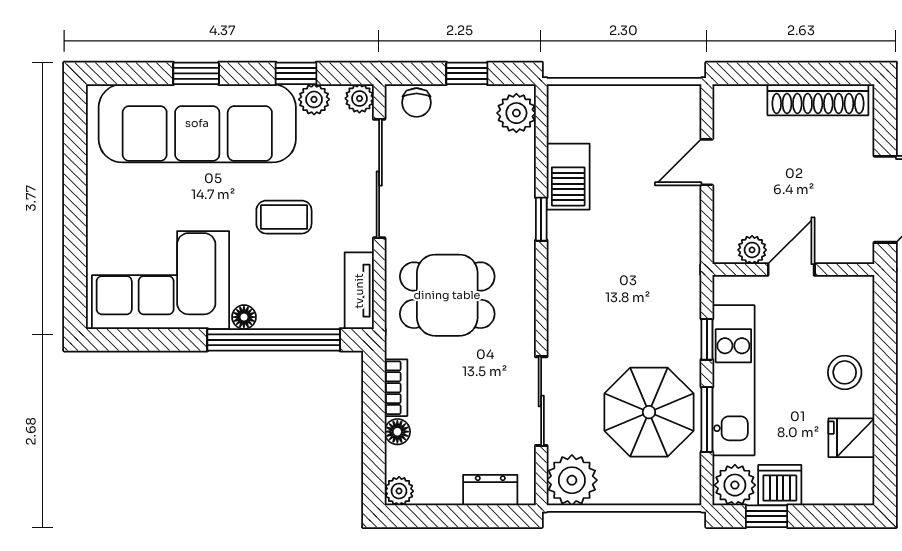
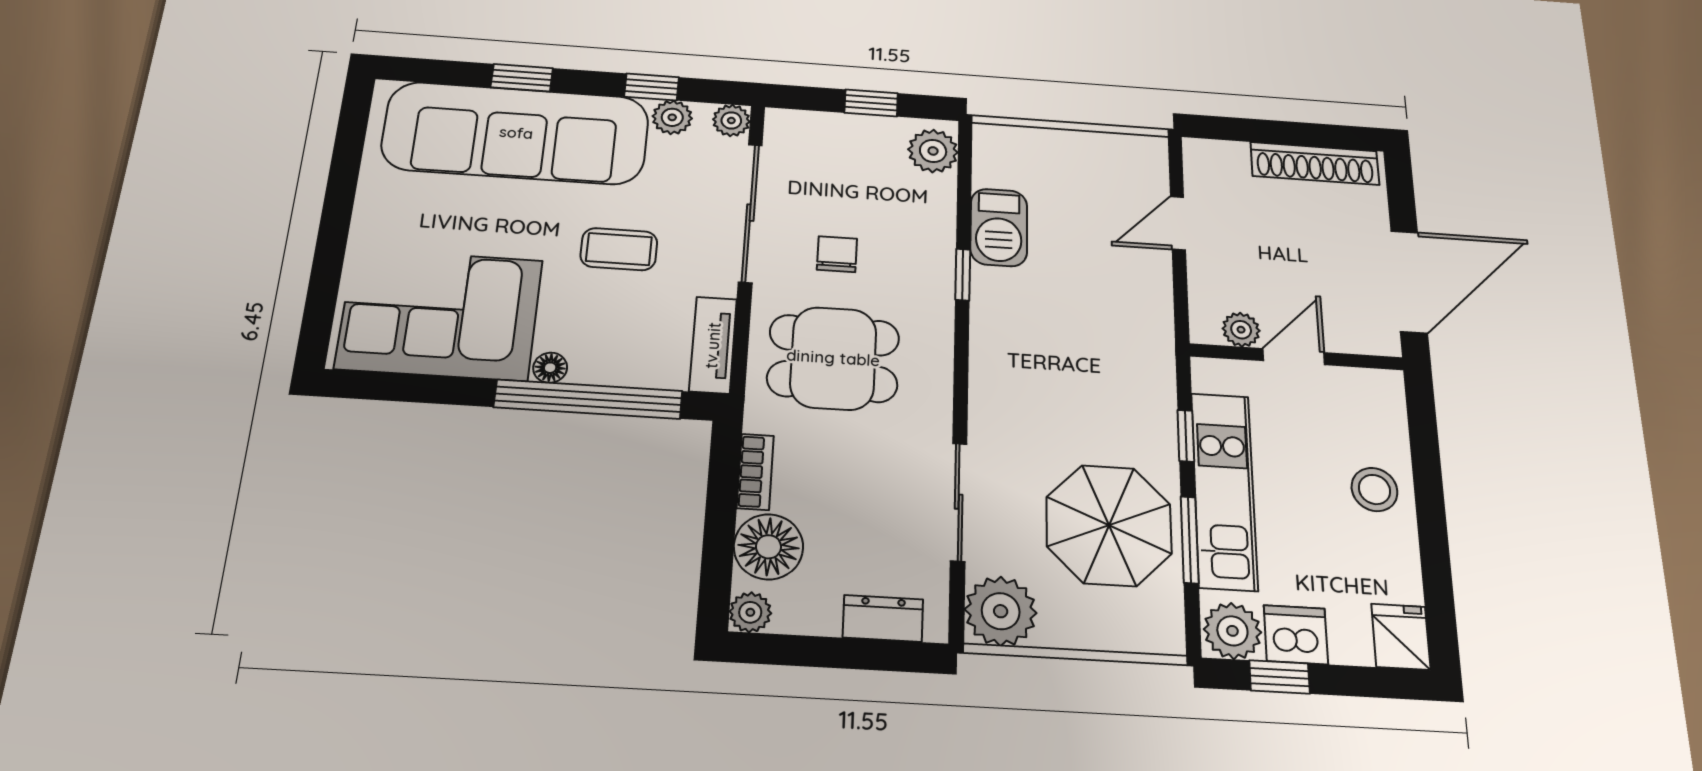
chair: (416, 103) -> (837, 254), moved, turned 180
floor lamp: (397, 432) -> (768, 547), width x1.89, depth x1.89
fridge: (851, 438) -> (1401, 637), moved, turned 90

